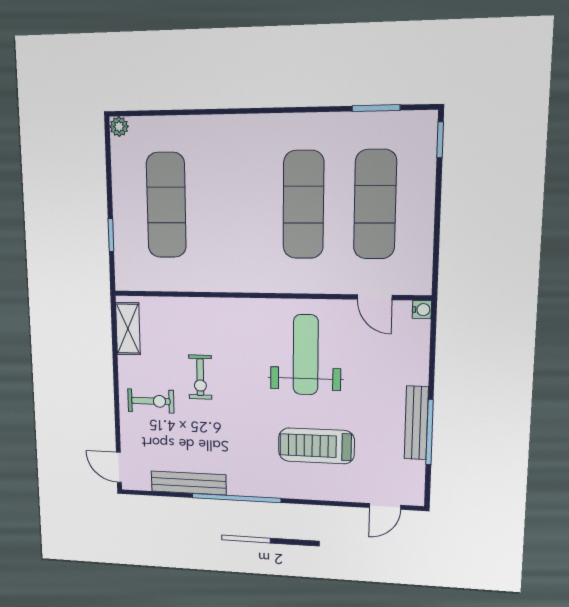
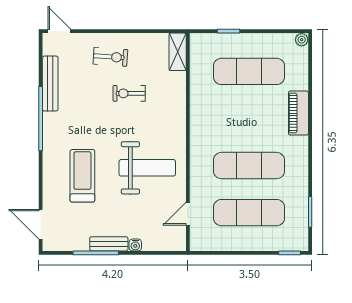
piano: (225, 130) -> (298, 113), added
water cooler: (422, 310) -> (135, 245), moved
shelving: (128, 329) -> (178, 52), moved, turned 90
exercise bike: (151, 401) -> (110, 57), turned -86
bench: (416, 423) -> (109, 244), width x0.73
door: (119, 467) -> (59, 31), hinge flipped
door: (385, 506) -> (41, 224), width x1.38

